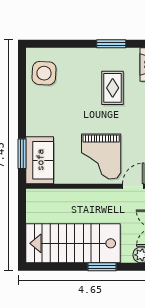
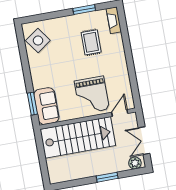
side table: (44, 73) -> (38, 41), turned -38
stairs: (73, 243) -> (78, 137), moved, turned 180

